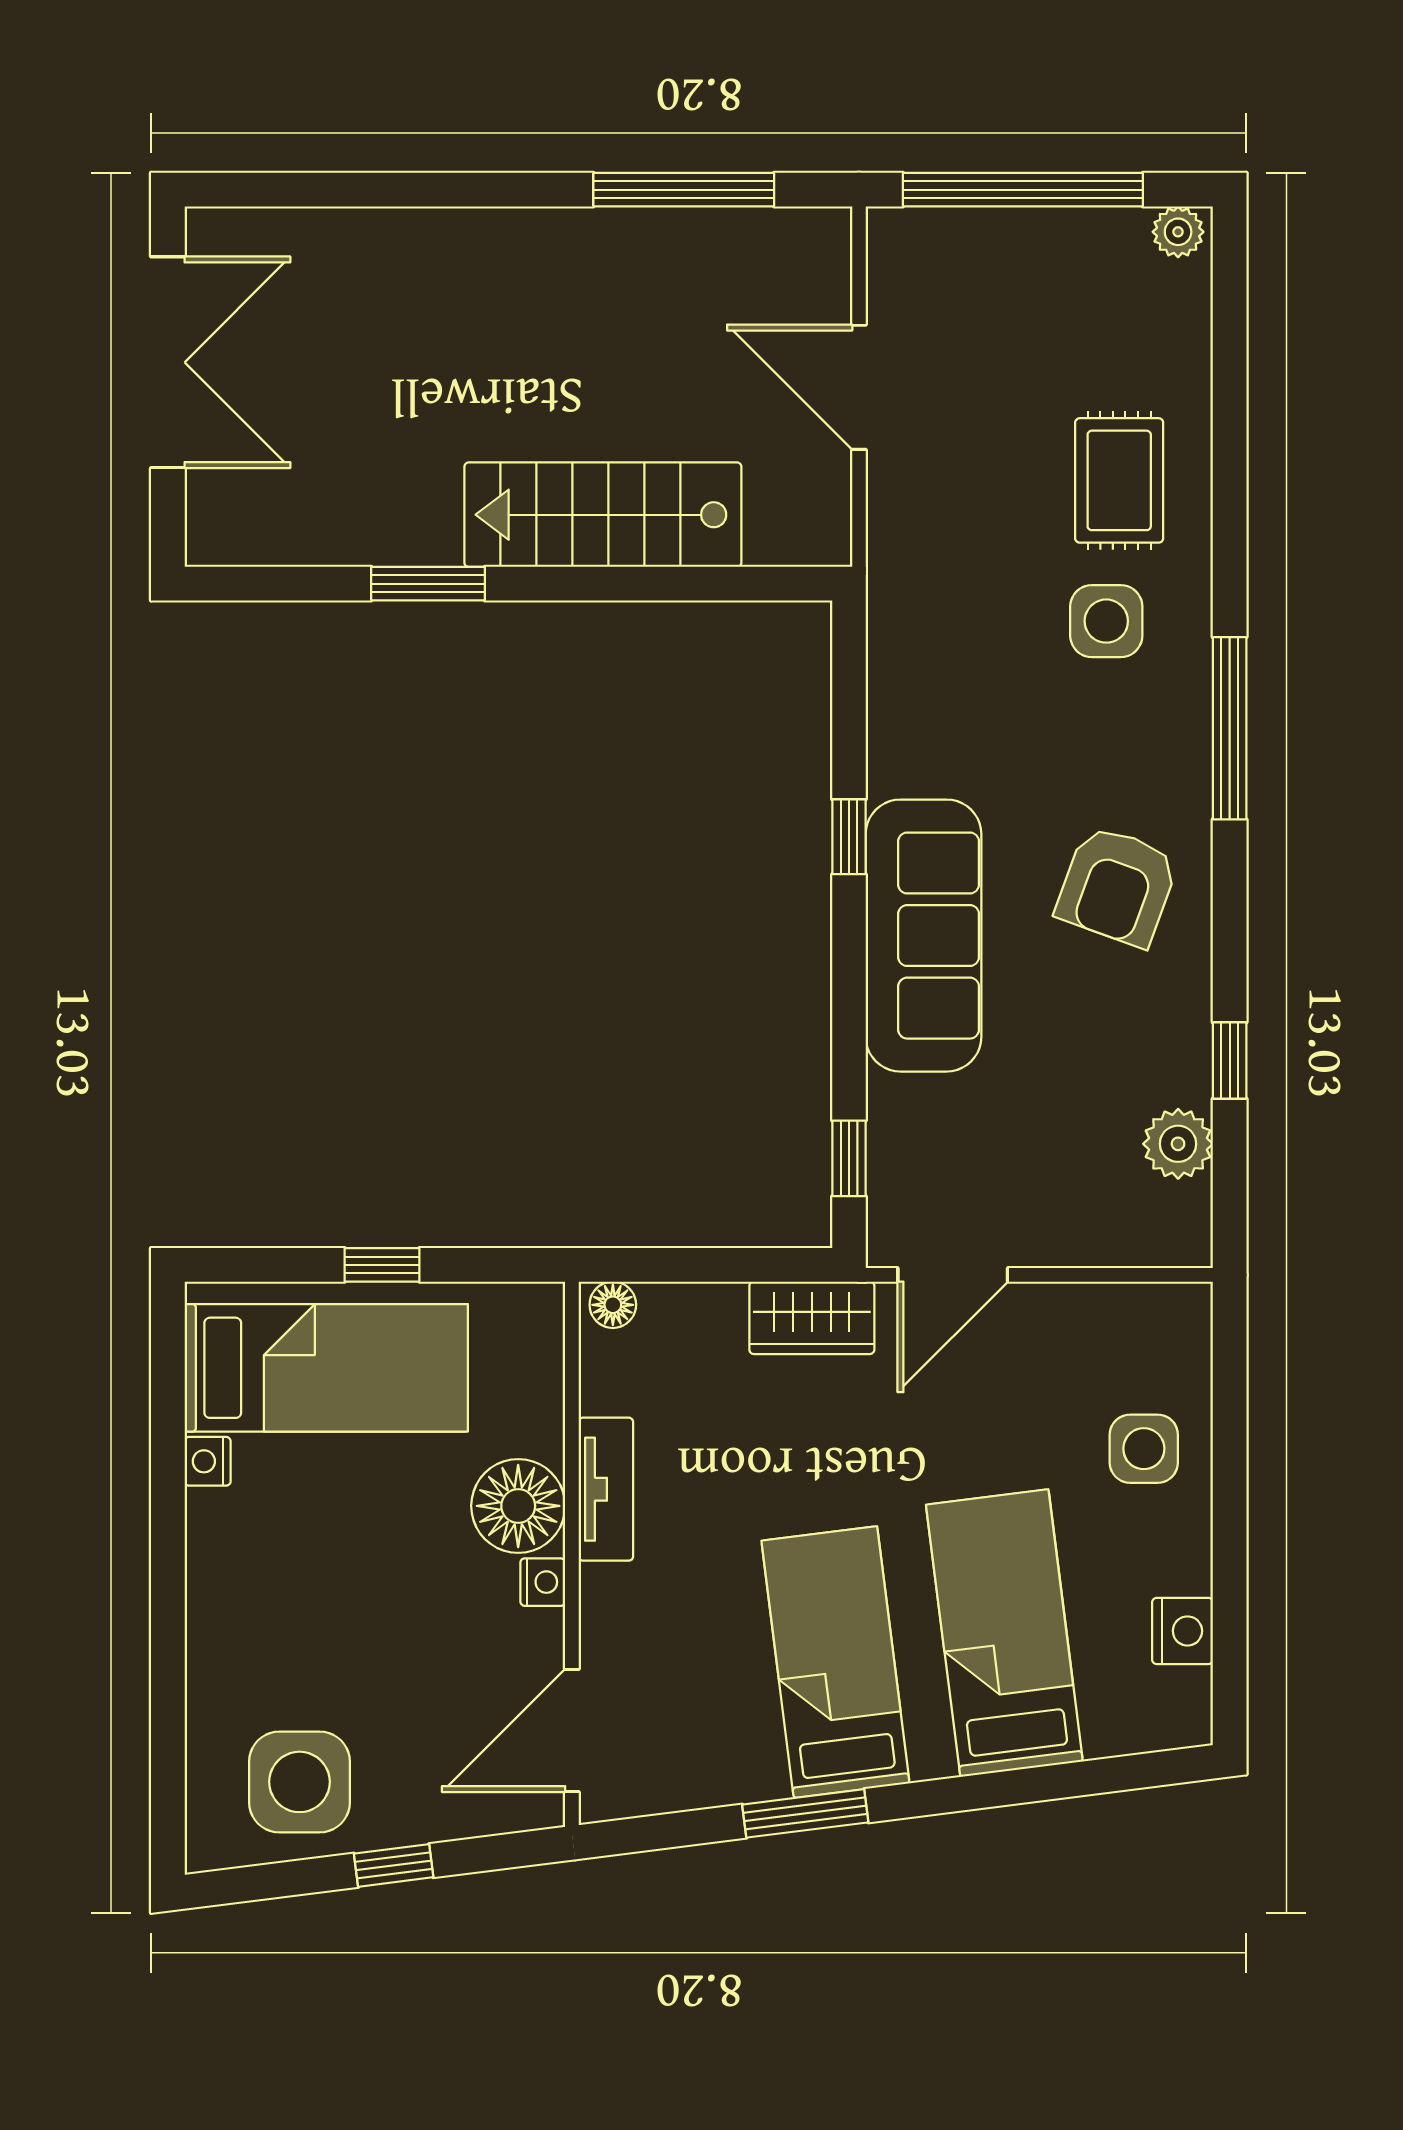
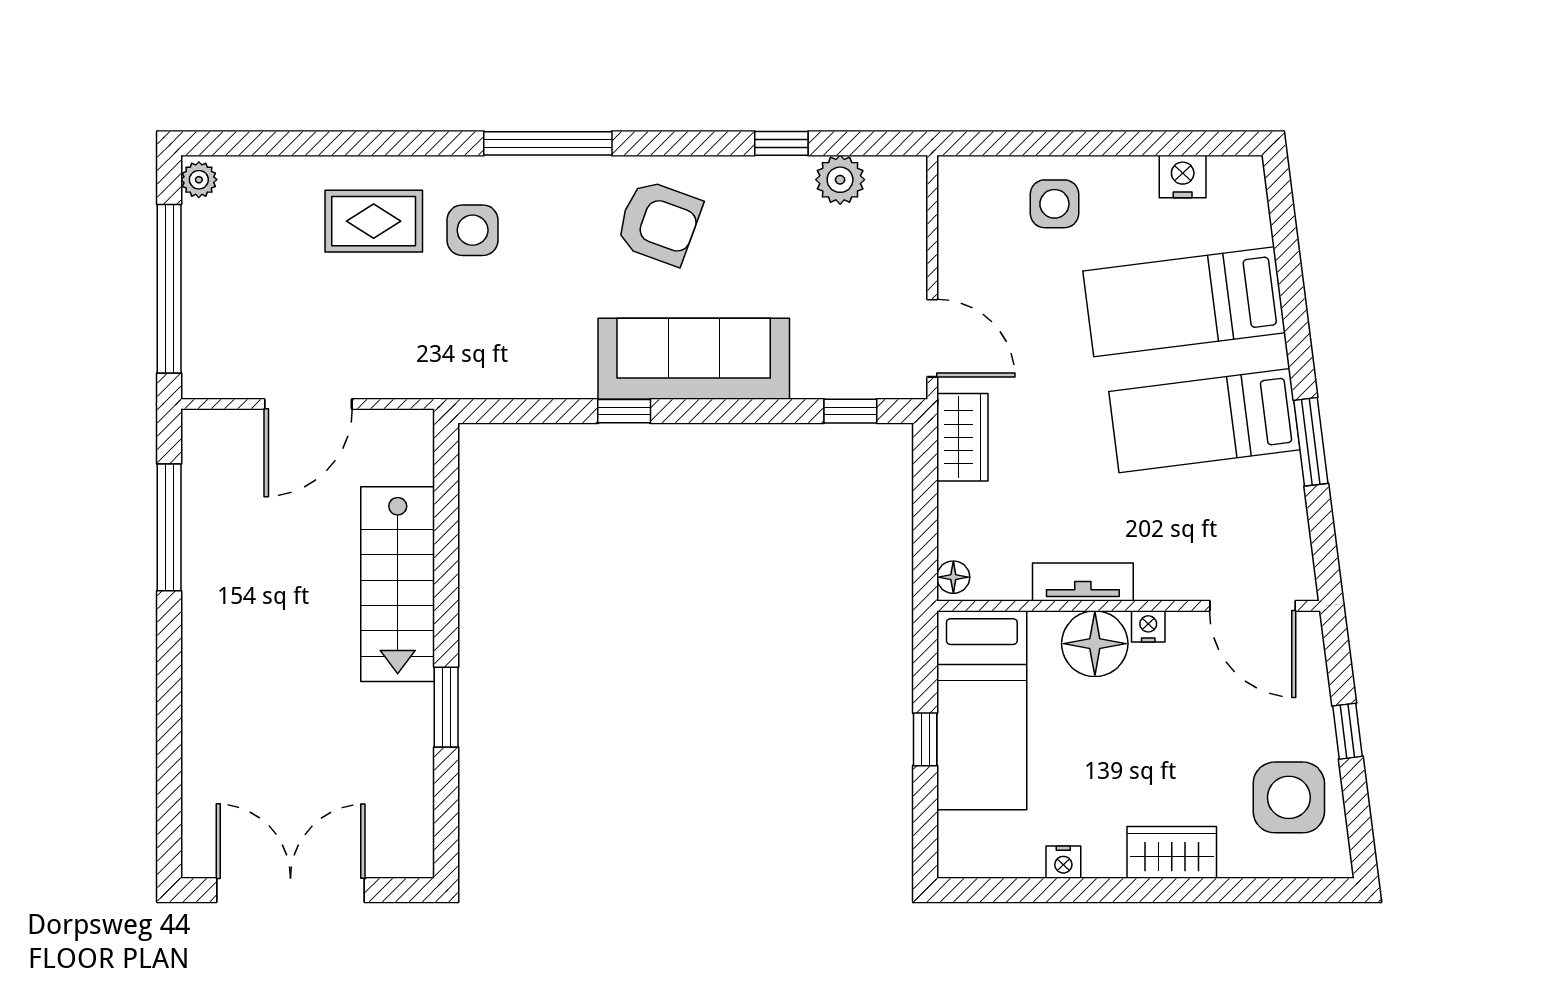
bed: (326, 1368) -> (982, 710), moved, turned 180
wardrobe: (221, 1616) -> (1172, 852), added

